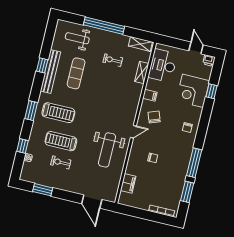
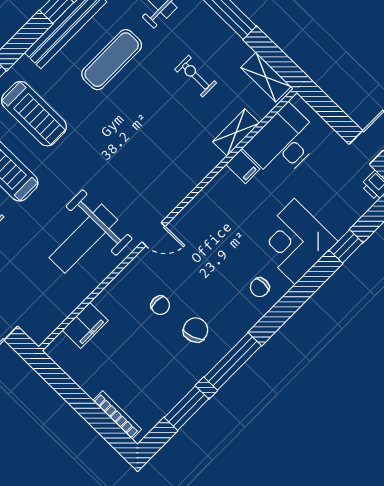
corner desk: (193, 91) -> (295, 242), moved
filing cabinet: (150, 95) -> (243, 167), moved
chair: (154, 117) -> (196, 330), moved

